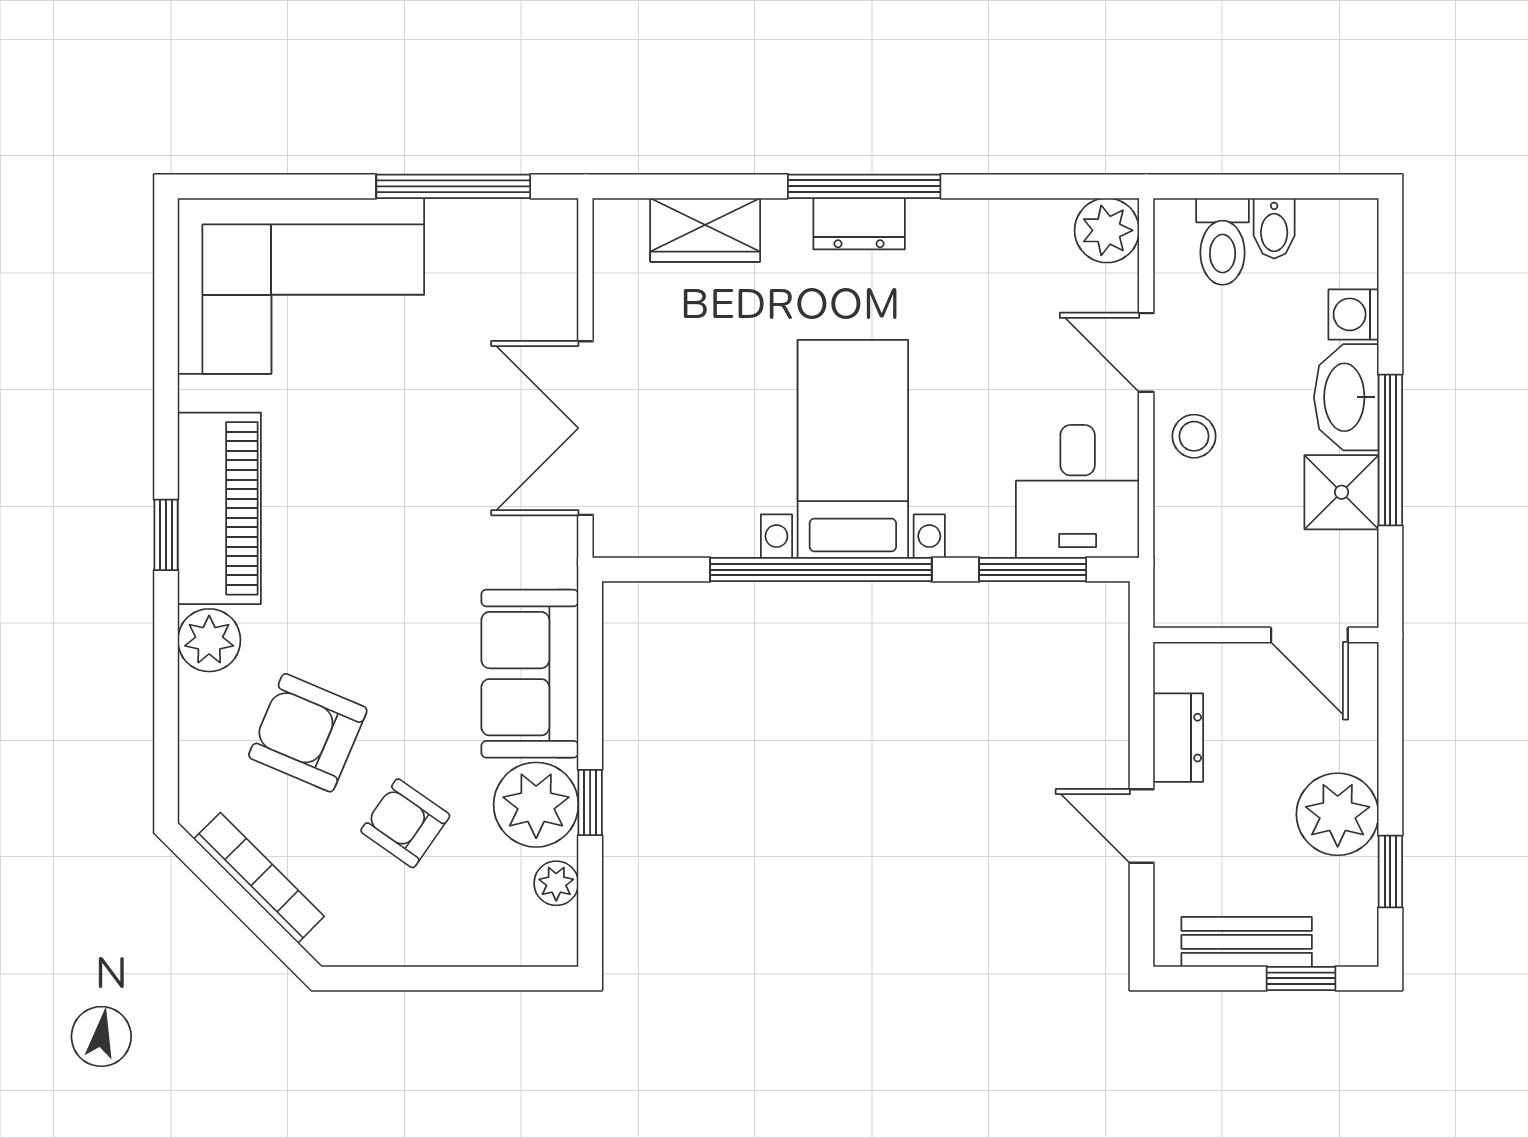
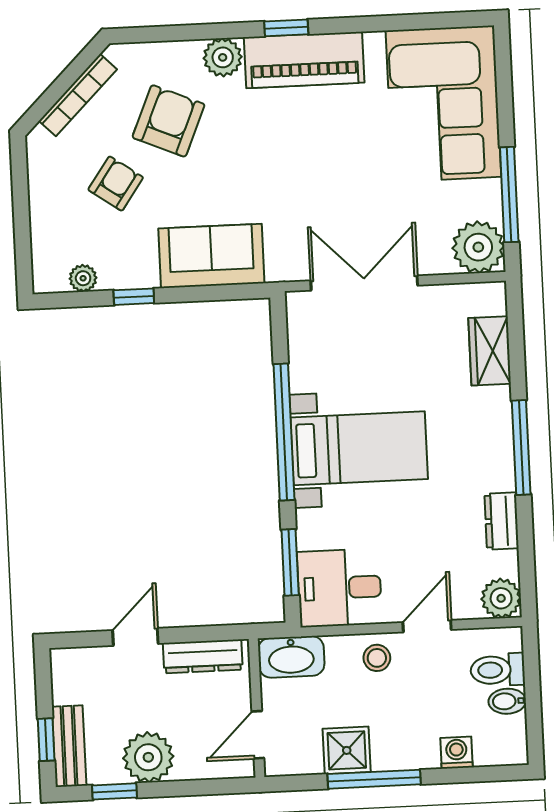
dresser: (859, 224) -> (502, 521), moved
washbasin: (1346, 397) -> (291, 657), moved, turned 180
dresser: (1178, 738) -> (203, 656), width x1.44
plant: (536, 805) -> (478, 247), moved
bench: (1247, 942) -> (69, 746), moved

